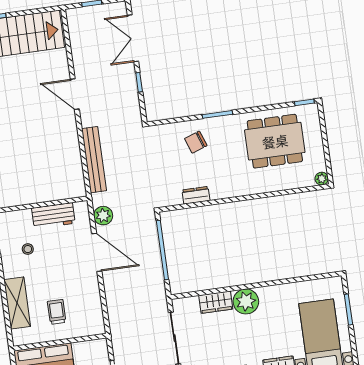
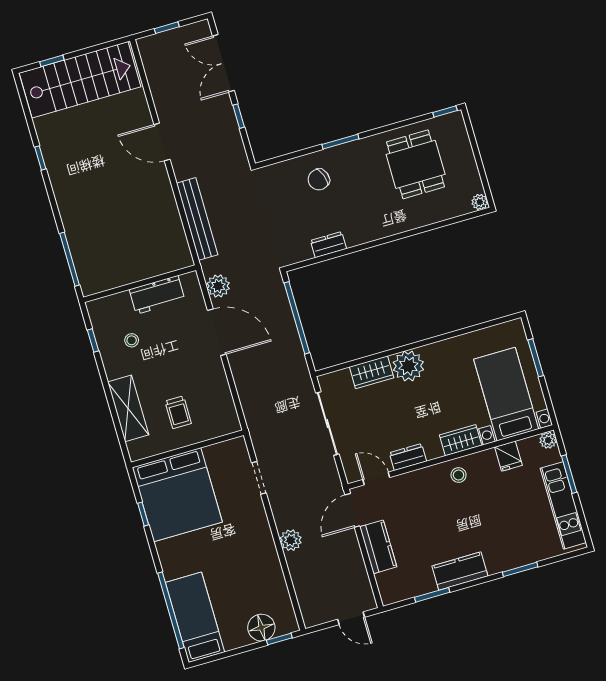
dining table: (275, 141) -> (416, 164), width x0.73
trolley: (57, 312) -> (178, 412), turned 180

